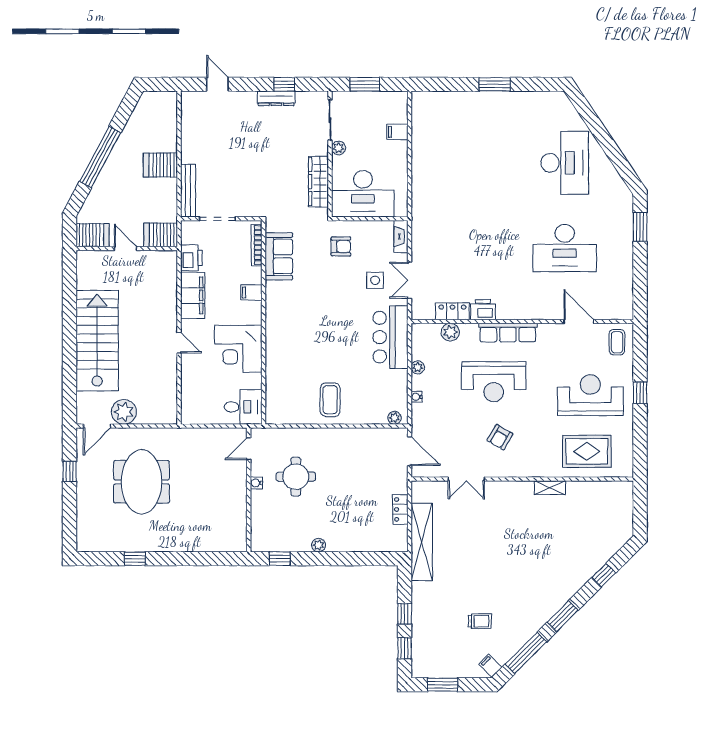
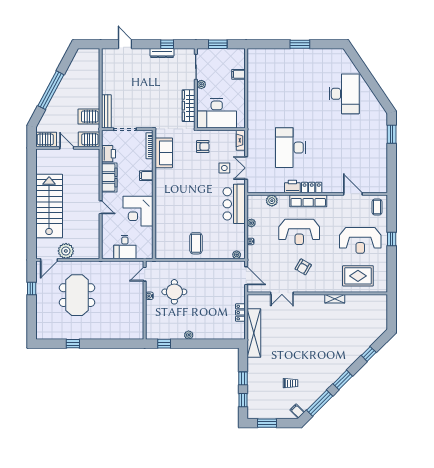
server rack: (160, 165) -> (89, 117), moved
desk: (565, 248) -> (291, 148), moved, turned 90
locker: (452, 311) -> (312, 188), moved
reception desk: (590, 395) -> (360, 240), turned 180
desk: (243, 407) -> (125, 247), moved, turned 90

